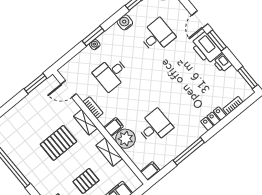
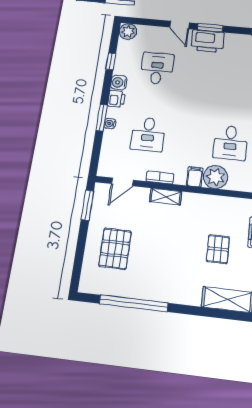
printer: (223, 63) -> (116, 99), moved, turned -90
desk: (155, 127) -> (230, 143), turned 180
pallet: (58, 143) -> (115, 249), moved
shelving: (109, 152) -> (213, 202), removed

